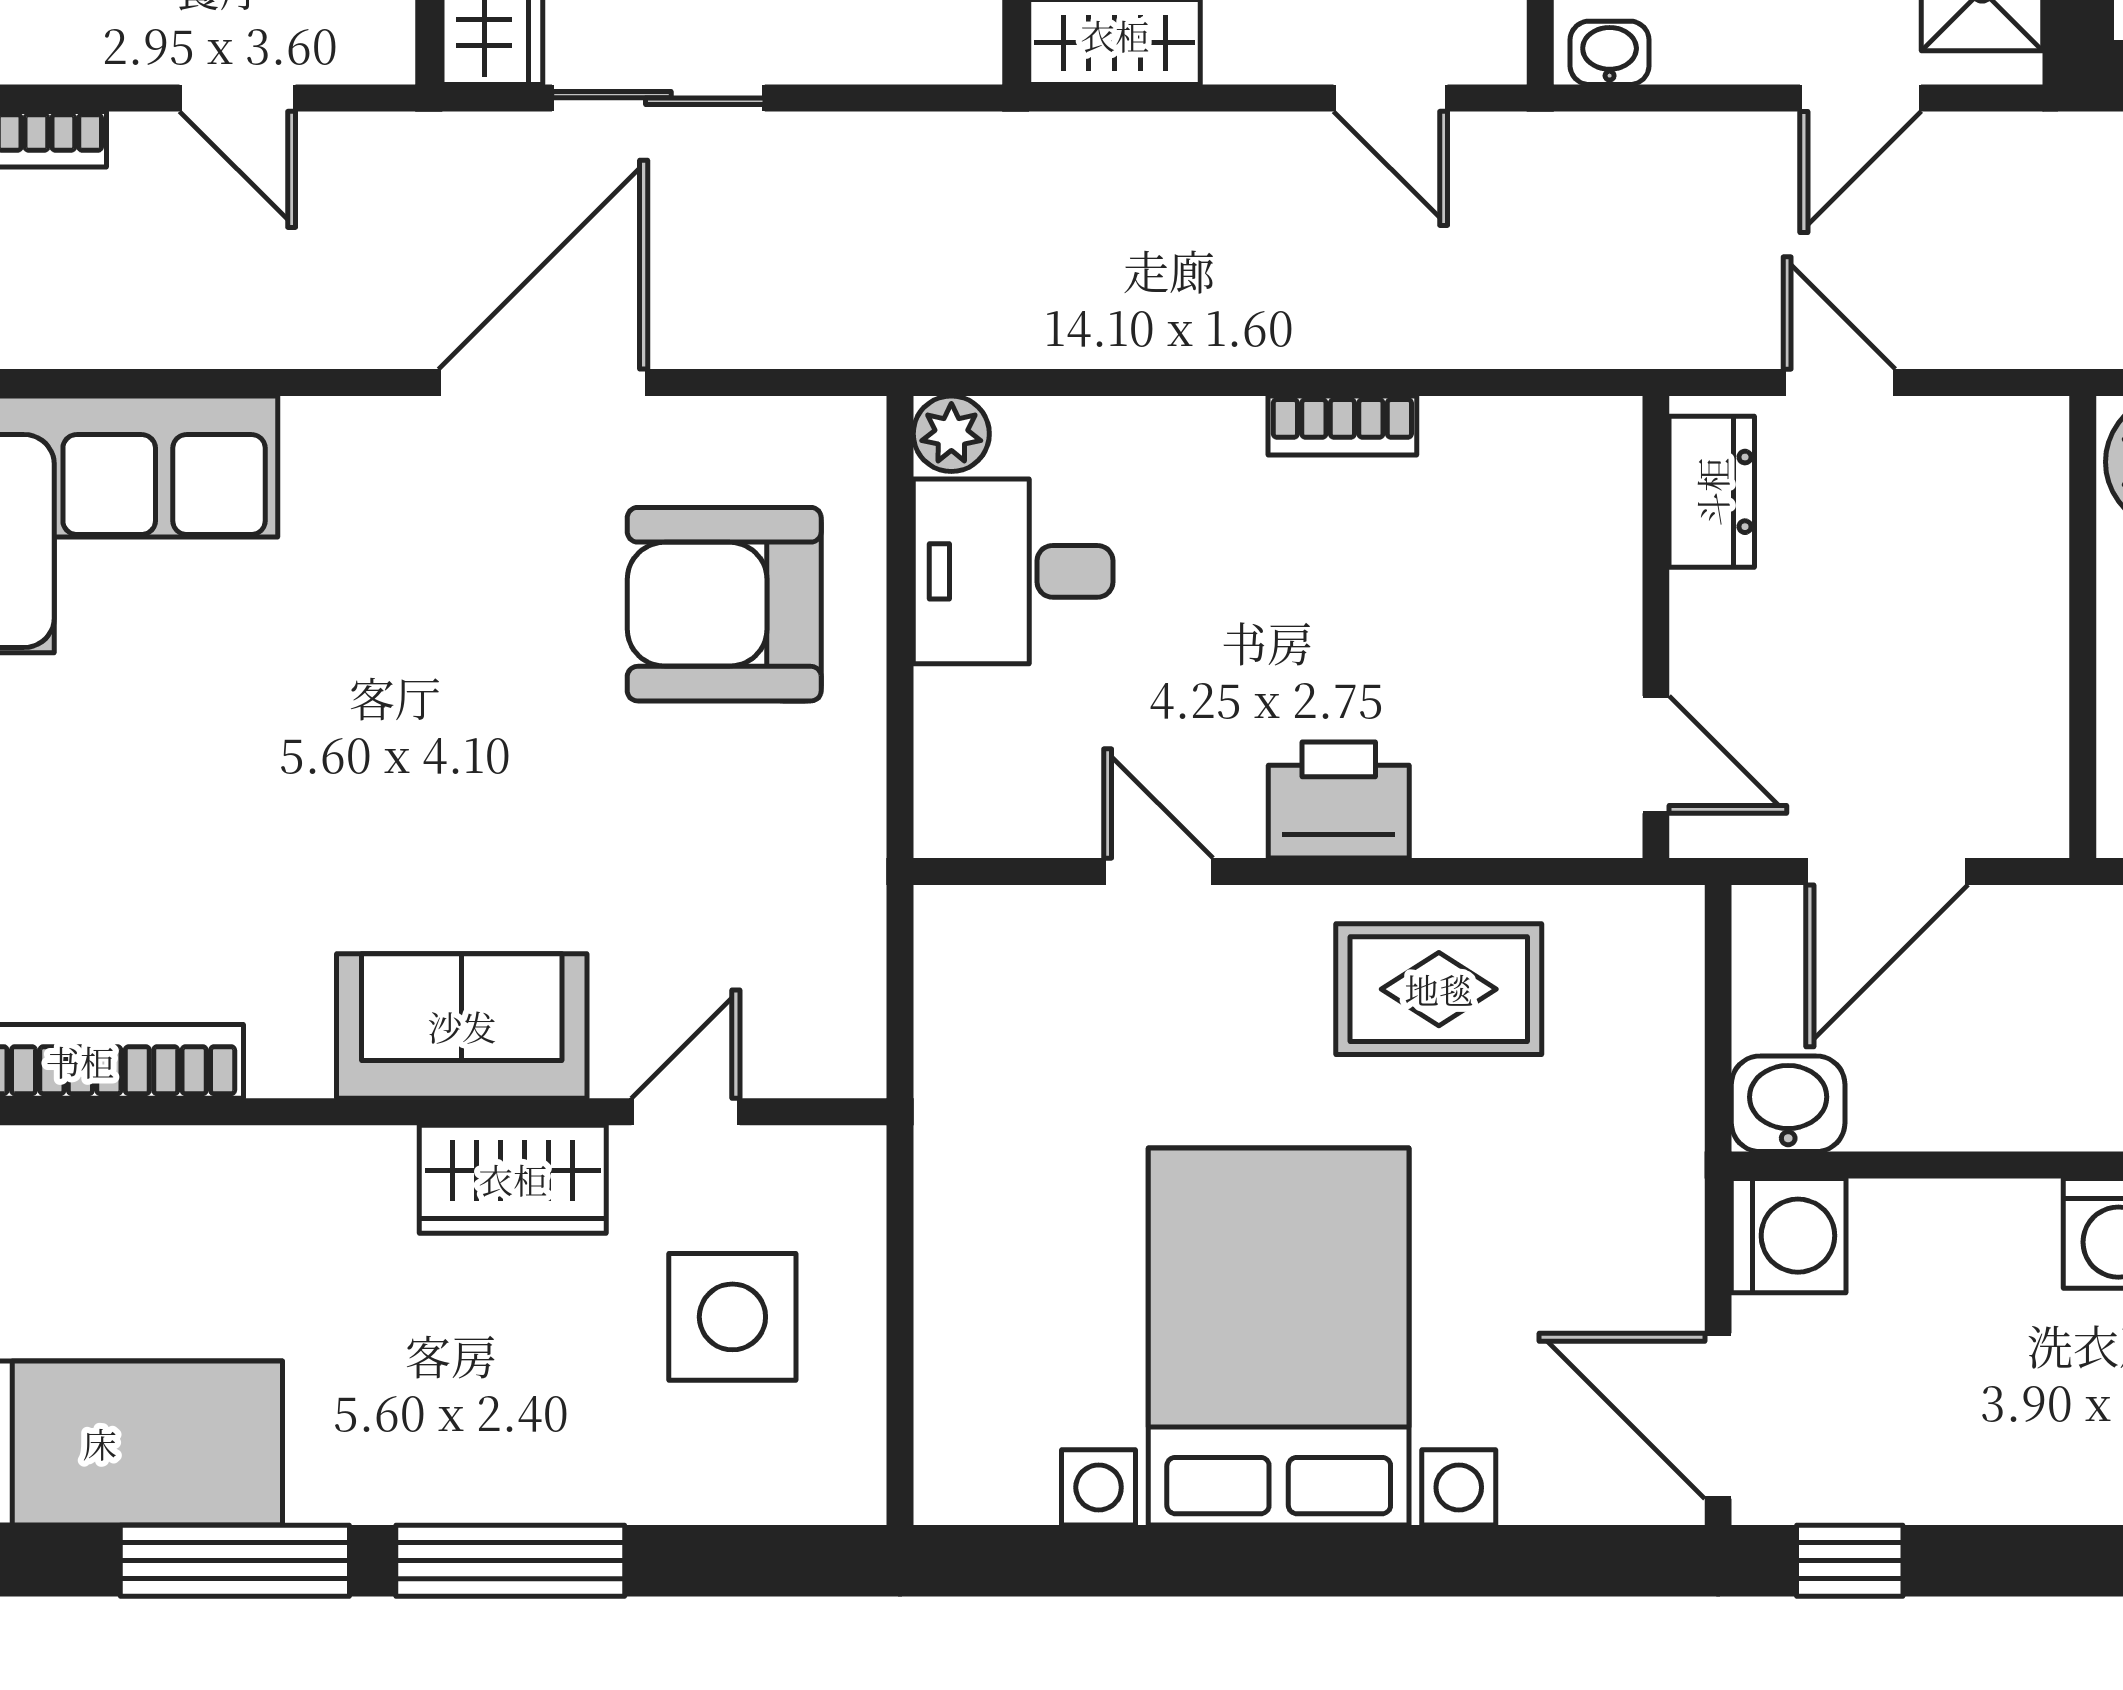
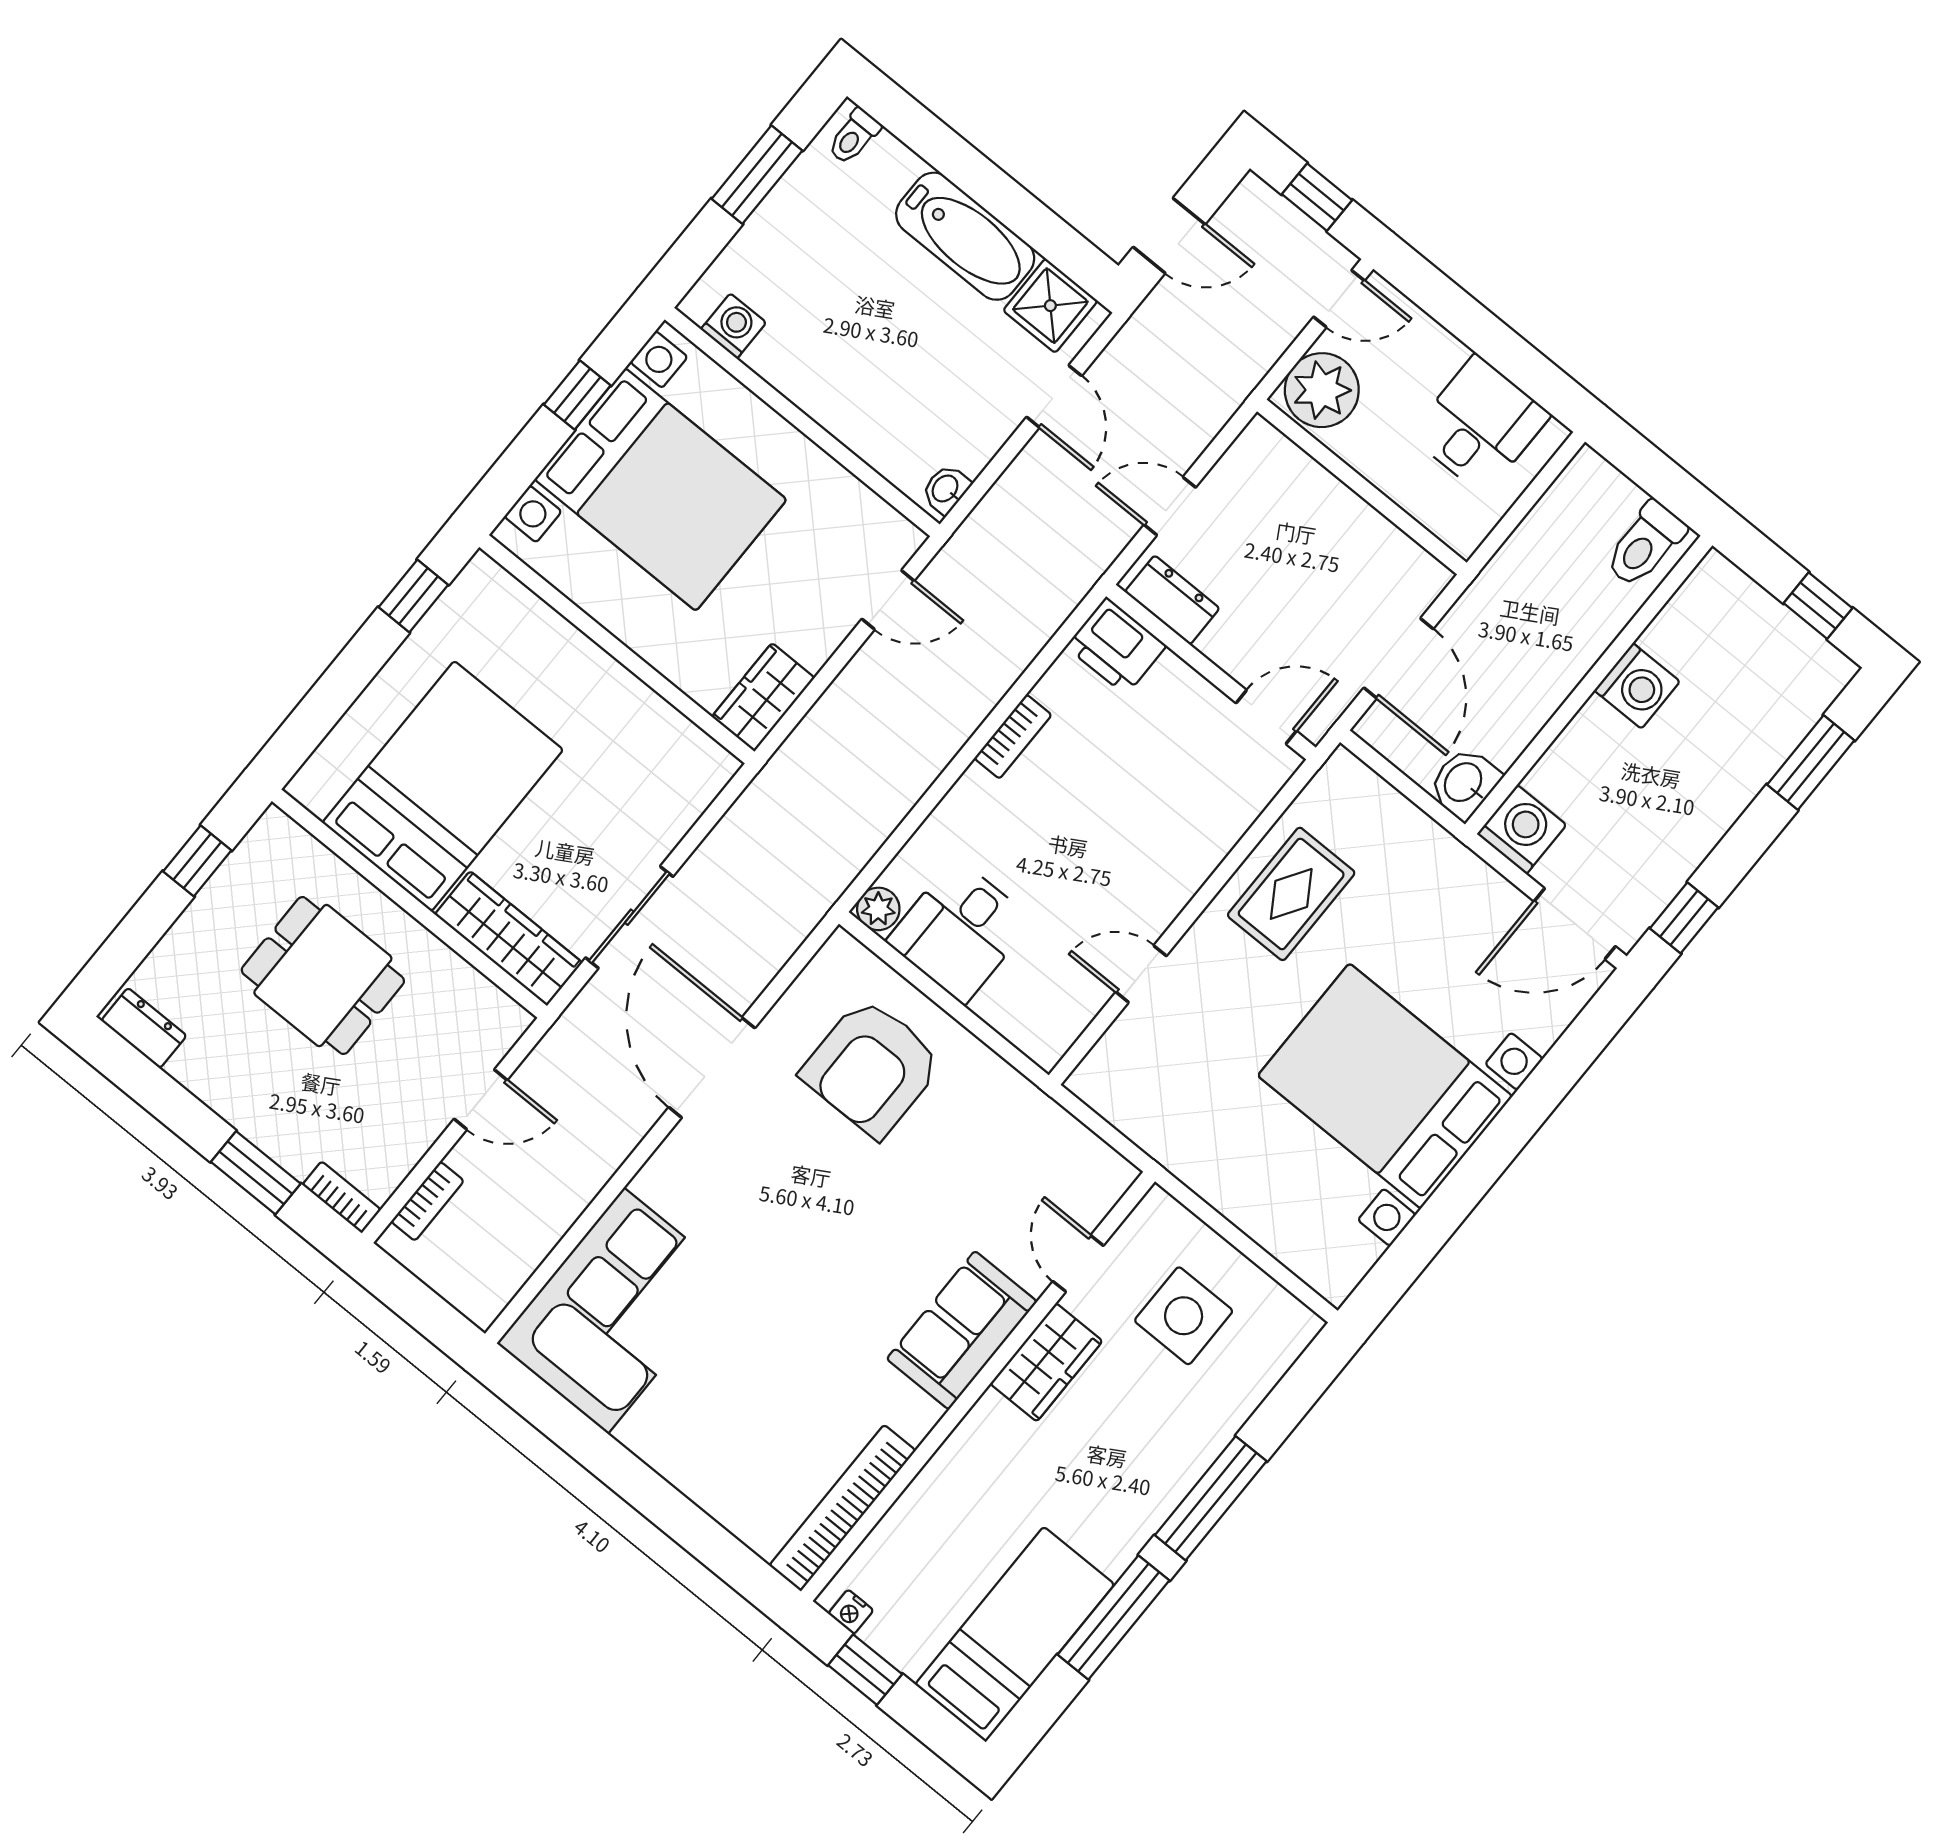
printer: (1339, 800) -> (1116, 646), moved, turned -90

